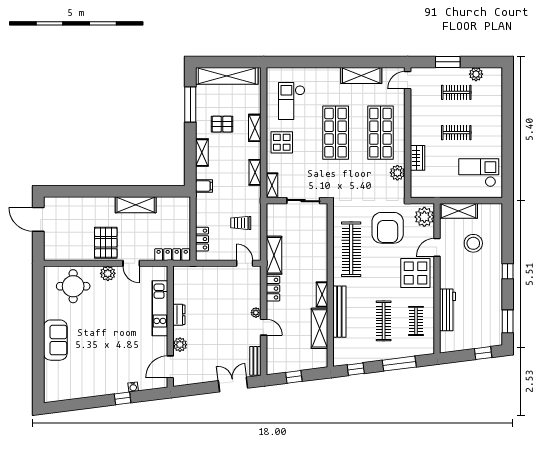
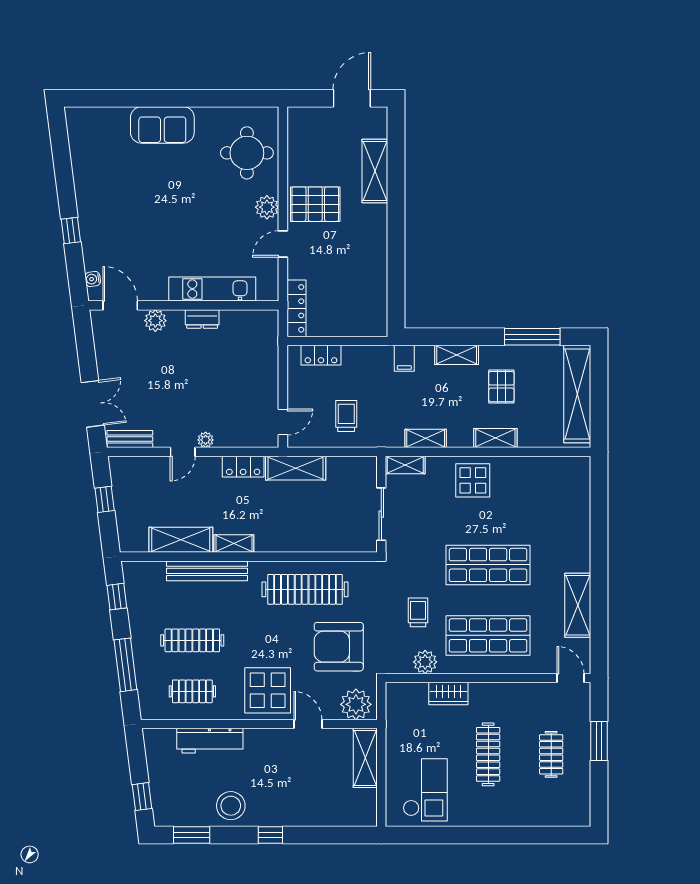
plant: (476, 74) -> (580, 785), removed
checkout: (292, 101) -> (538, 496), removed
clothes rail: (456, 133) -> (488, 754), width x1.36
trolley: (366, 177) -> (418, 612), added
shelving: (136, 205) -> (375, 171), moved
stool: (473, 243) -> (231, 806), moved
water cooler: (133, 387) -> (93, 279), moved

